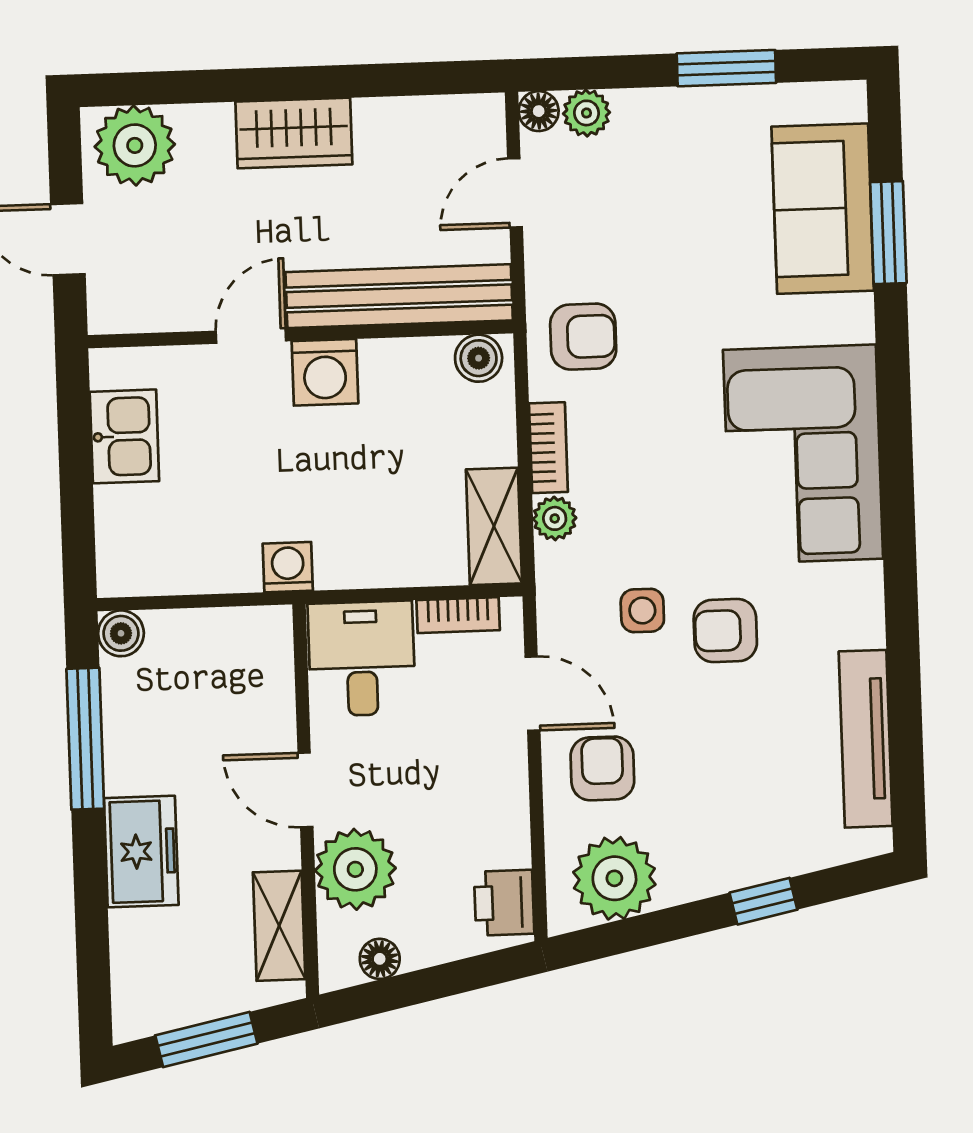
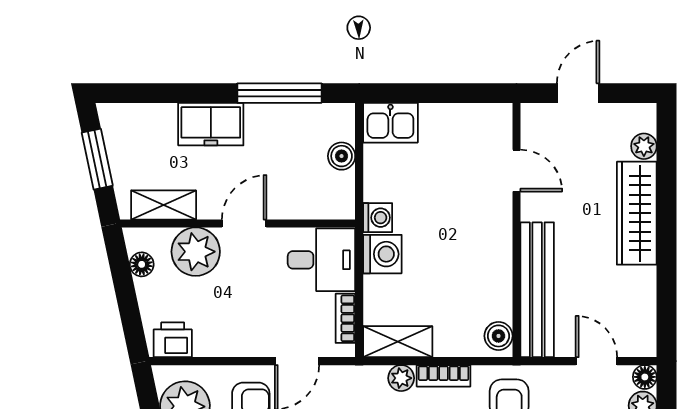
wardrobe: (294, 133) -> (637, 213), width x1.50
plant: (135, 145) -> (644, 146), width x0.53, depth x0.53
door: (251, 336) -> (516, 171), moved
washing machine: (325, 372) -> (382, 254), moved, turned 180
kitchen sink: (124, 436) -> (390, 123), moved
boiler: (121, 633) -> (342, 156), moved

